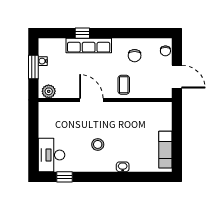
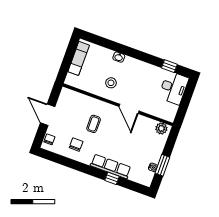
plant: (49, 91) -> (161, 128), moved
door: (91, 100) -> (129, 109), moved
wall: (105, 100) -> (118, 105), moved
stool: (98, 144) -> (111, 83), moved

